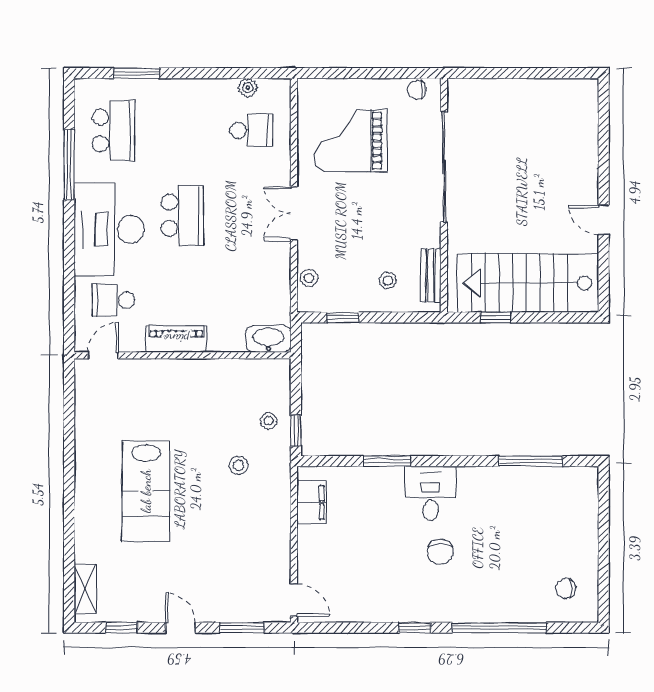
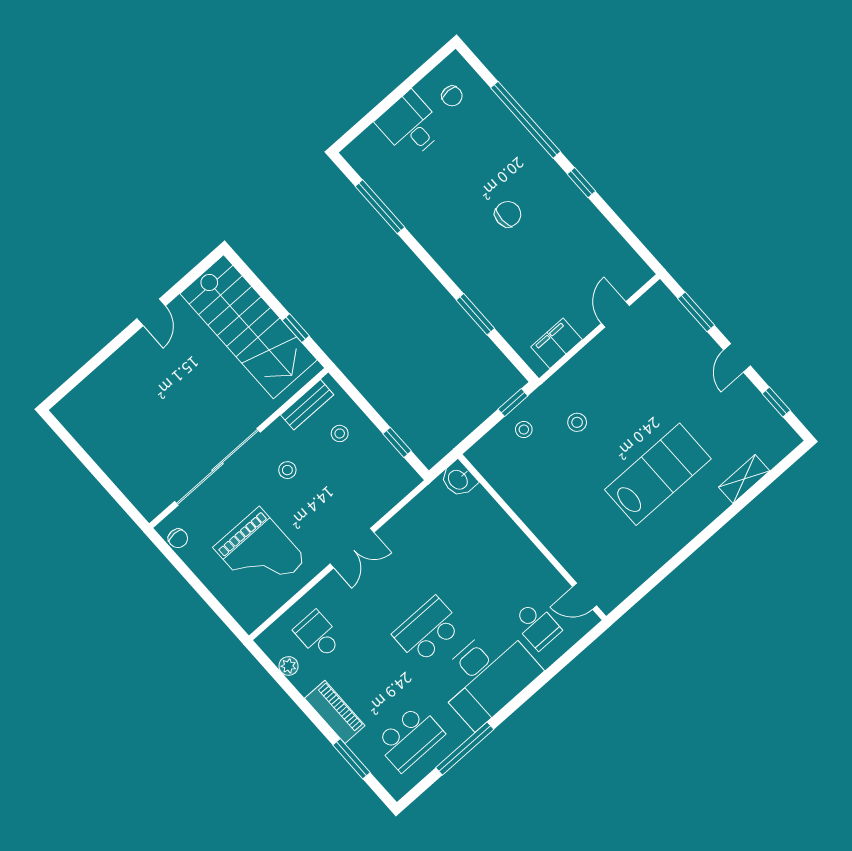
school desk: (114, 130) -> (410, 738), turned 180
stool: (309, 278) -> (287, 470), moved
piano: (176, 339) -> (335, 712), moved, turned 180
washbasin: (269, 339) -> (458, 479), width x0.72
desk: (431, 493) -> (410, 125), moved, turned 90
shelving: (85, 589) -> (744, 479), moved
door: (294, 600) -> (615, 314), moved

